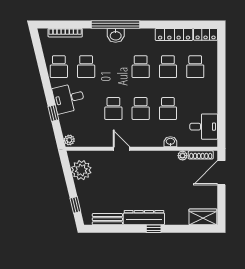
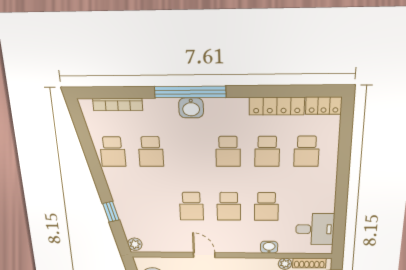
desk: (69, 98) -> (130, 193), removed

